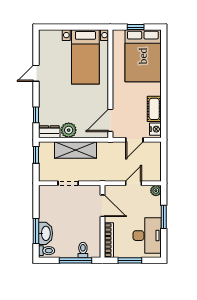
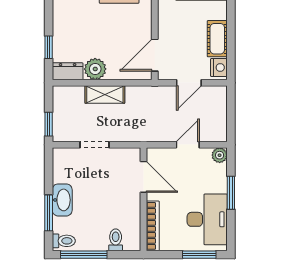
shelving: (75, 150) -> (105, 94), width x0.67, depth x0.75
window: (36, 155) -> (49, 124), moved
washbasin: (45, 233) -> (62, 200), moved
window: (76, 260) -> (84, 255), moved
window: (130, 260) -> (199, 255), moved

